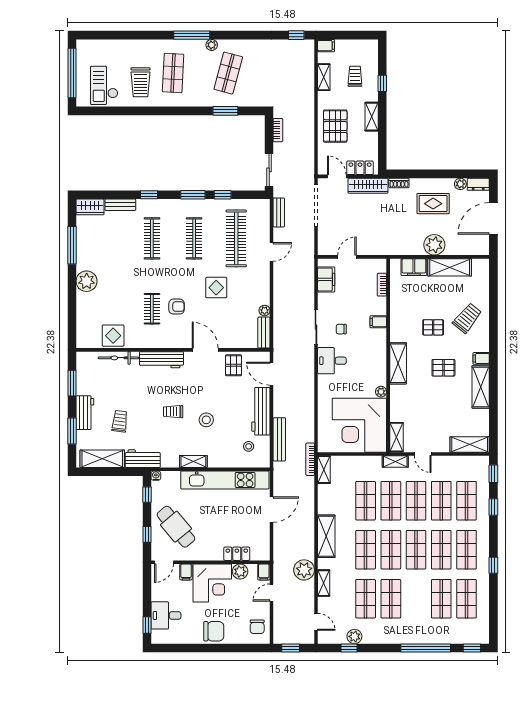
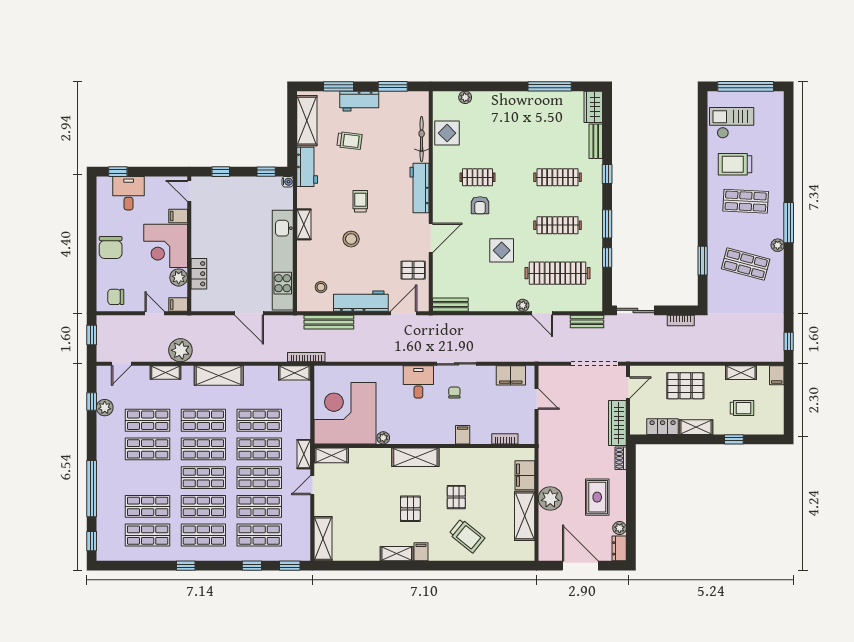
locker: (360, 168) -> (663, 427), moved, turned -90
plant: (87, 281) -> (465, 97), moved, width x0.53, depth x0.53
plant: (265, 310) -> (523, 305), moved
shelving: (481, 387) -> (397, 554), width x0.67, depth x0.75
cafe table: (176, 527) -> (230, 205), removed

